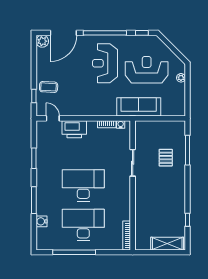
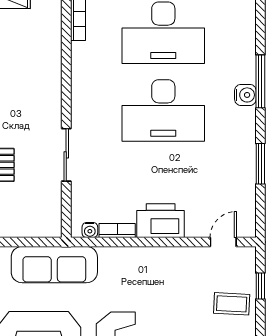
door: (53, 118) -> (223, 242), swing flipped
printer: (74, 129) -> (161, 221), moved
water cooler: (42, 221) -> (245, 95), moved

